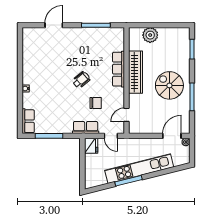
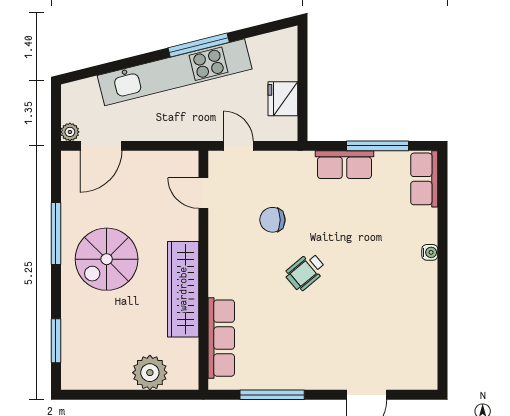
row of seats: (118, 69) -> (221, 338), moved
spiral stairs: (169, 85) -> (107, 259), turned 90
door: (126, 115) -> (203, 193), swing flipped
row of seats: (86, 128) -> (344, 165), moved
fridge: (91, 146) -> (283, 99), moved

